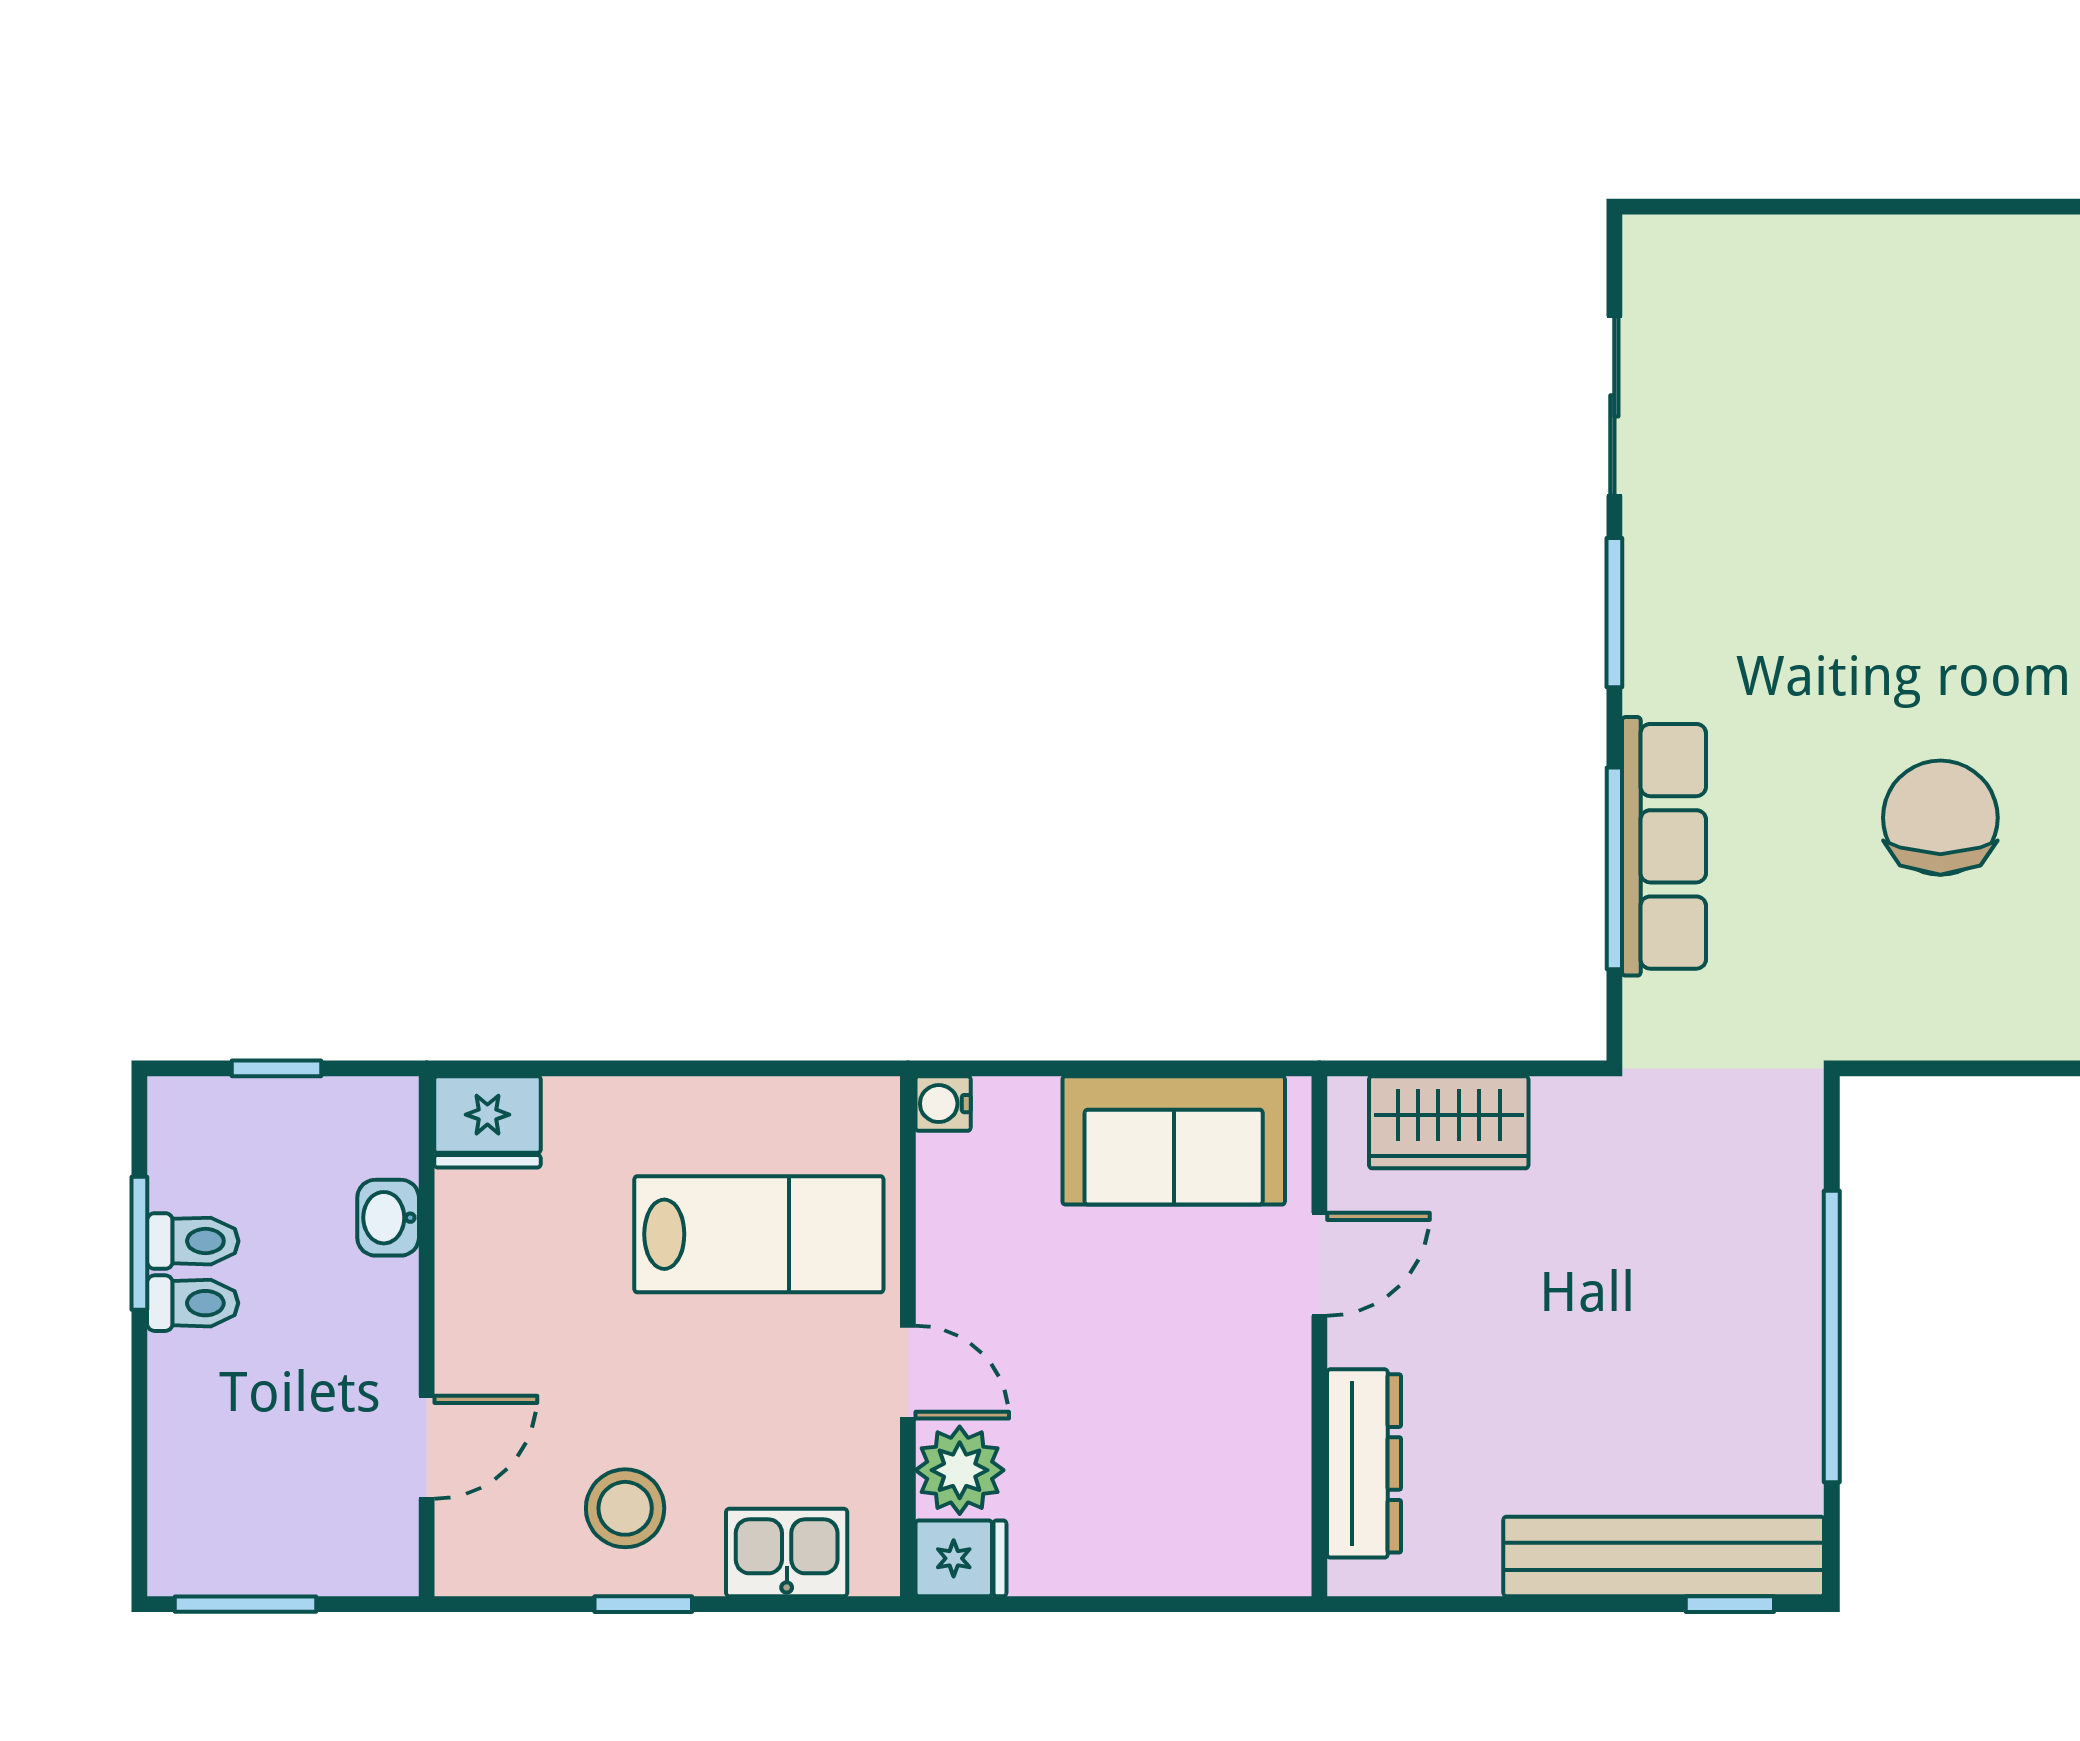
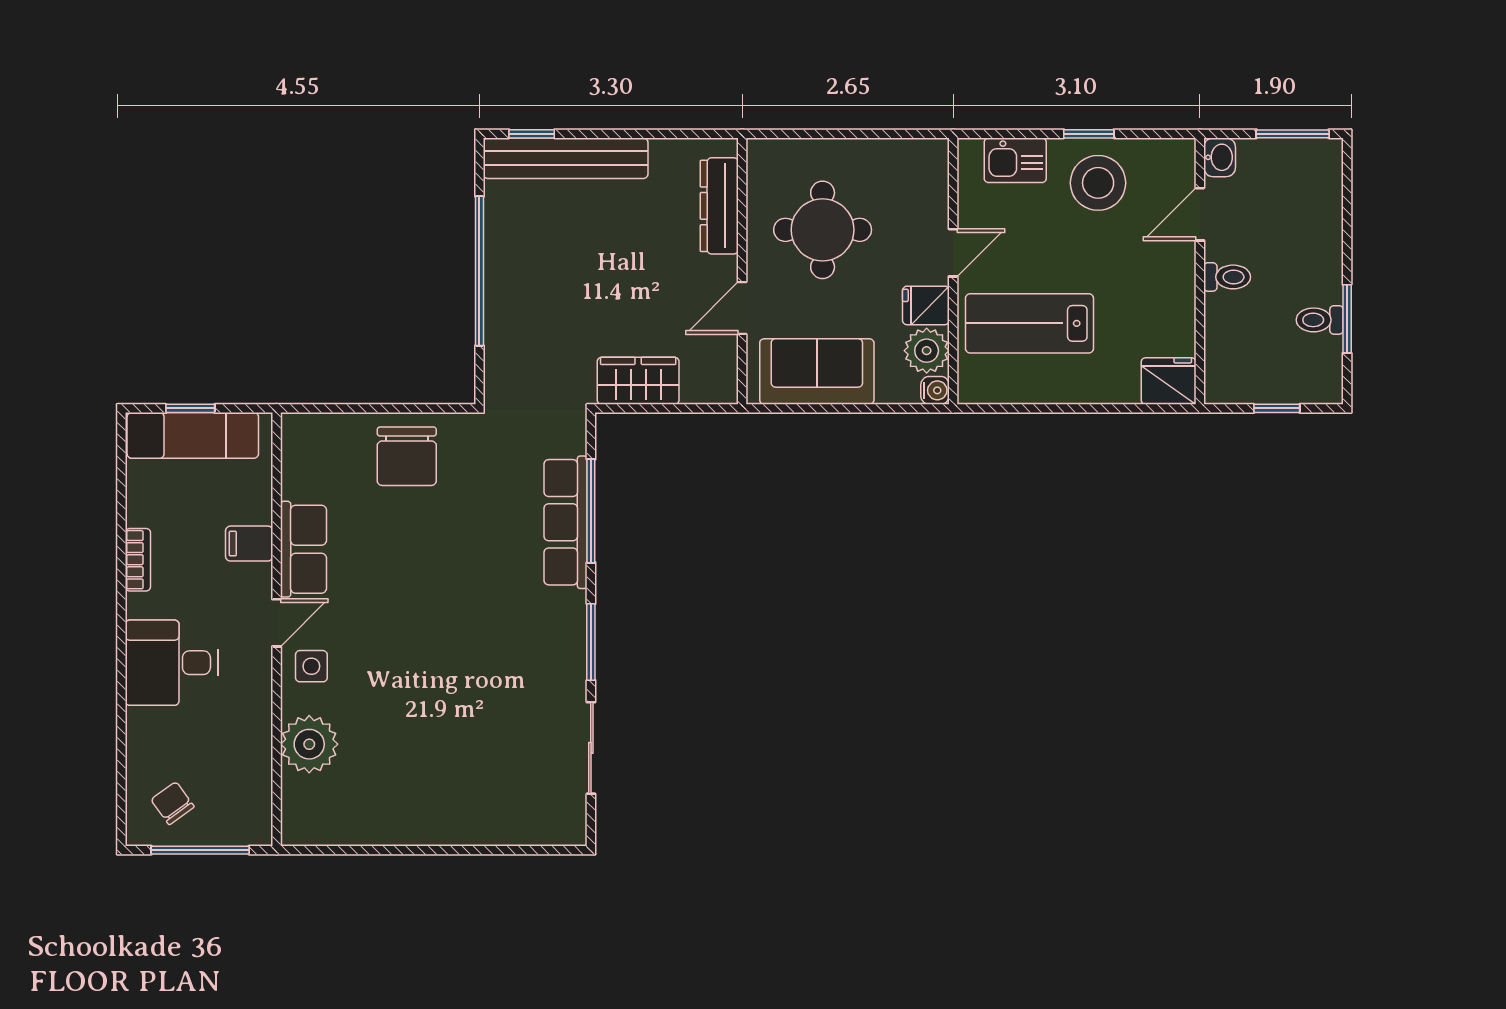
chair: (1940, 818) -> (407, 456), moved
wardrobe: (1449, 1122) -> (638, 381), moved
washbasin: (388, 1218) -> (1220, 157), moved
toilet: (193, 1303) -> (1227, 277), moved, turned 180
door: (908, 1372) -> (953, 253), swing flipped
round table: (1163, 1417) -> (823, 230), added
plant: (960, 1470) -> (927, 351), moved
stool: (625, 1508) -> (1098, 183), width x1.38, depth x1.38
fridge: (961, 1558) -> (926, 305), moved

